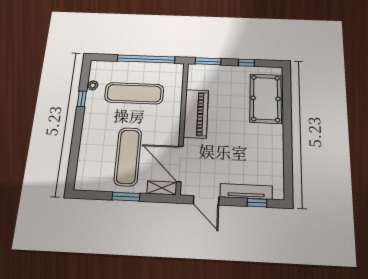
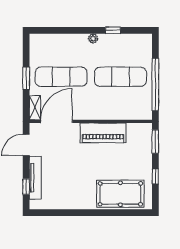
plant: (93, 85) -> (93, 39), moved
exercise mat: (134, 93) -> (120, 77), turned 90

